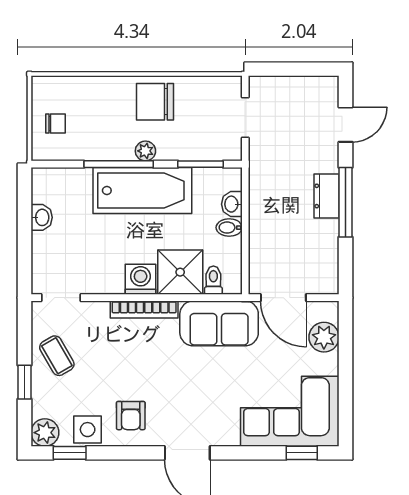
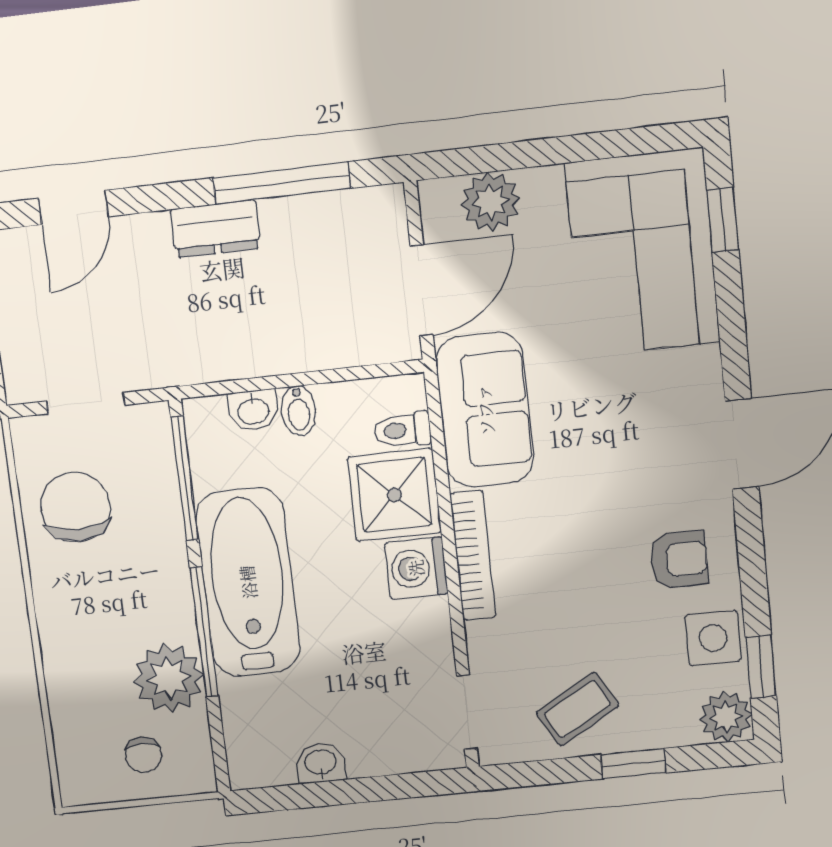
chair: (155, 102) -> (76, 507), moved, turned 180
chair: (56, 123) -> (143, 755), turned 180
door: (345, 125) -> (74, 208), swing flipped
plant: (145, 151) -> (169, 678), moved, width x1.88, depth x1.88
window: (201, 164) -> (185, 478), width x1.44
window: (345, 202) -> (282, 183), moved

